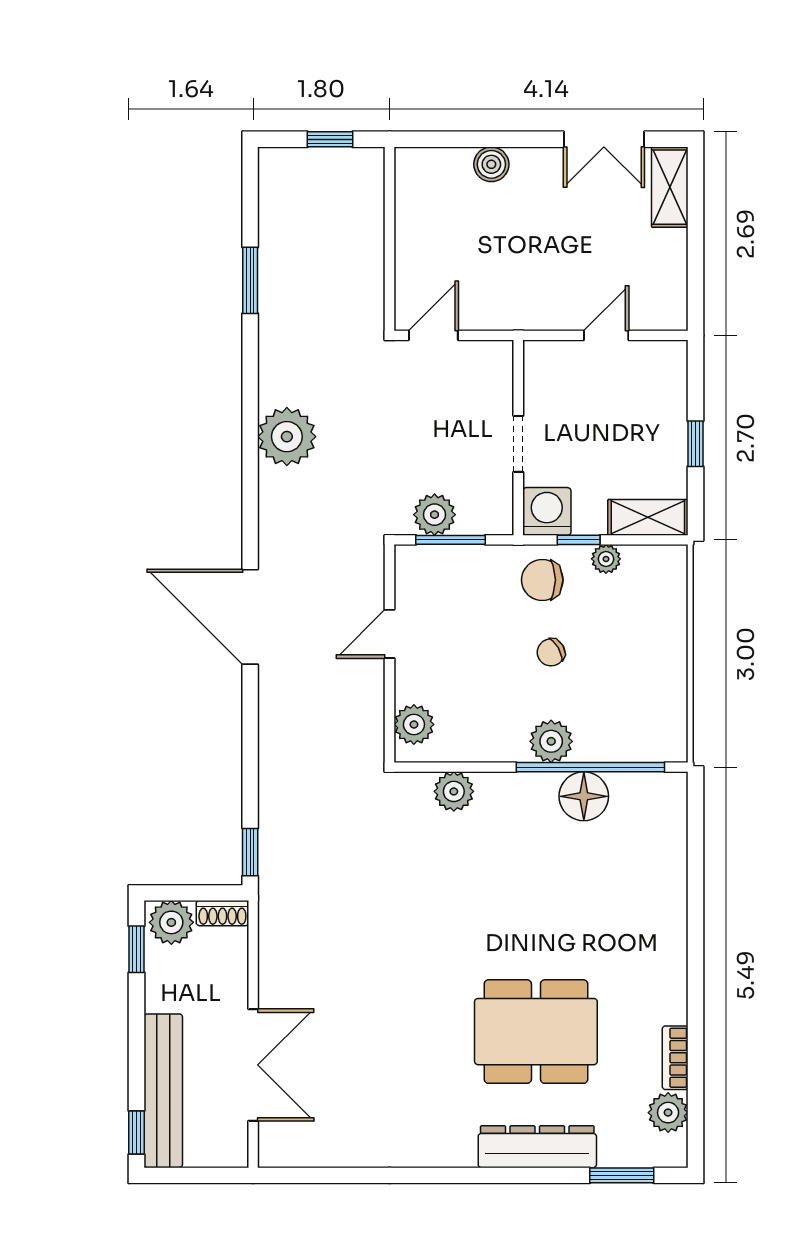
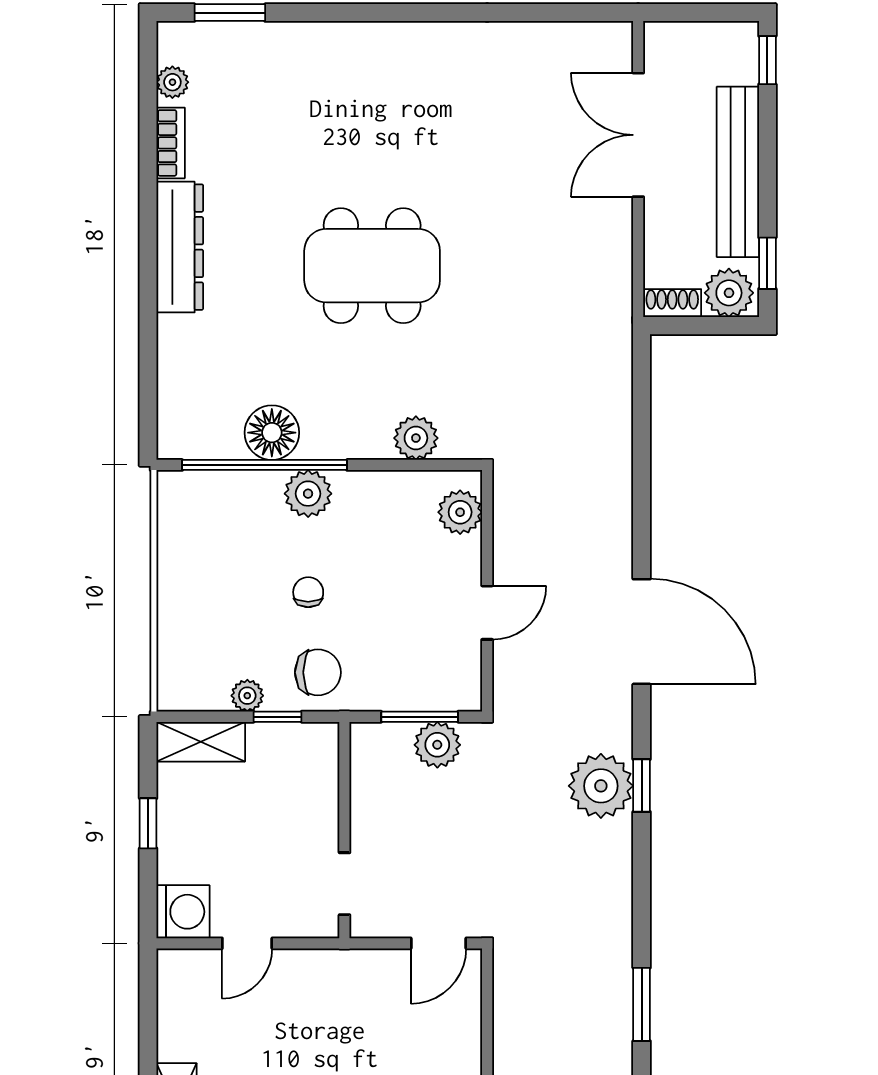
plant: (287, 437) -> (601, 786), moved
doorway: (518, 444) -> (344, 884), moved
washing machine: (547, 511) -> (183, 912), moved, turned -90
chair: (551, 652) -> (308, 592), turned -60
window: (250, 852) -> (642, 786), moved
dining table: (536, 1032) -> (372, 266), moved
bench: (163, 1091) -> (738, 172), moved
plant: (668, 1113) -> (172, 82), width x0.73, depth x0.73
dresser: (537, 1147) -> (180, 247), moved, turned -90

